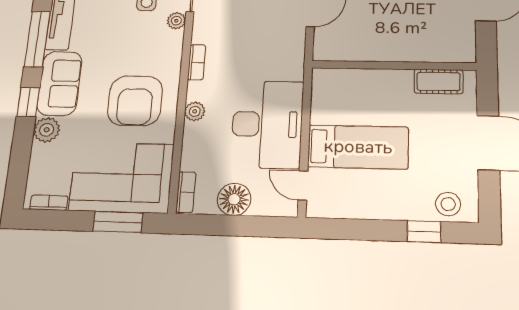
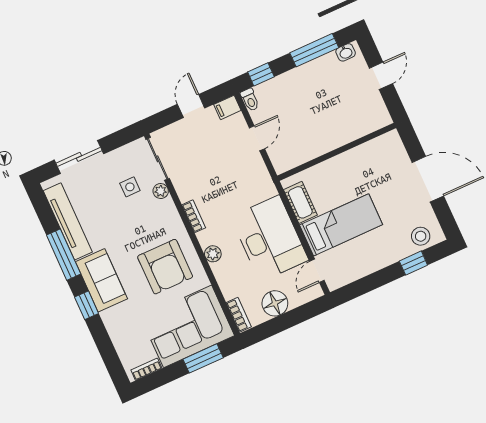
cot: (439, 81) -> (300, 202), moved, turned 90
plant: (47, 130) -> (113, 319), removed
door: (303, 186) -> (317, 271), hinge flipped

